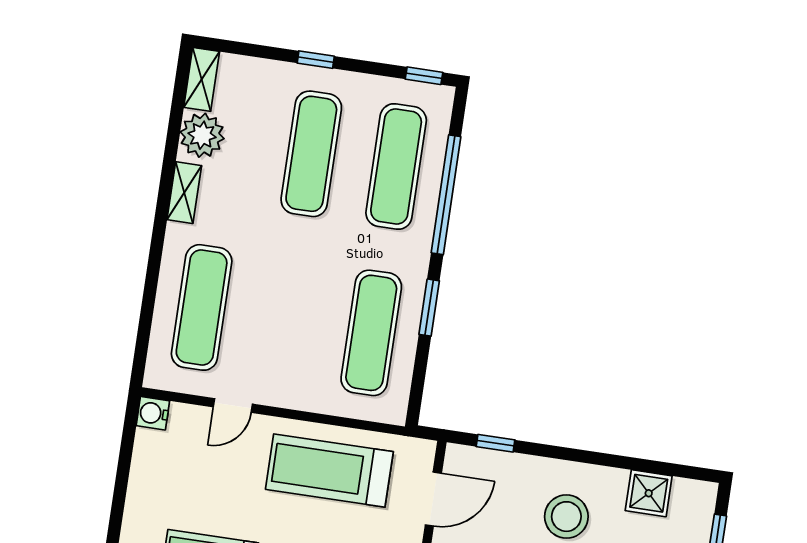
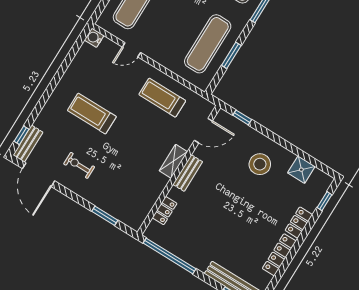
window: (429, 308) -> (231, 55), moved
treadmill: (329, 470) -> (162, 98), width x0.73, depth x0.73

